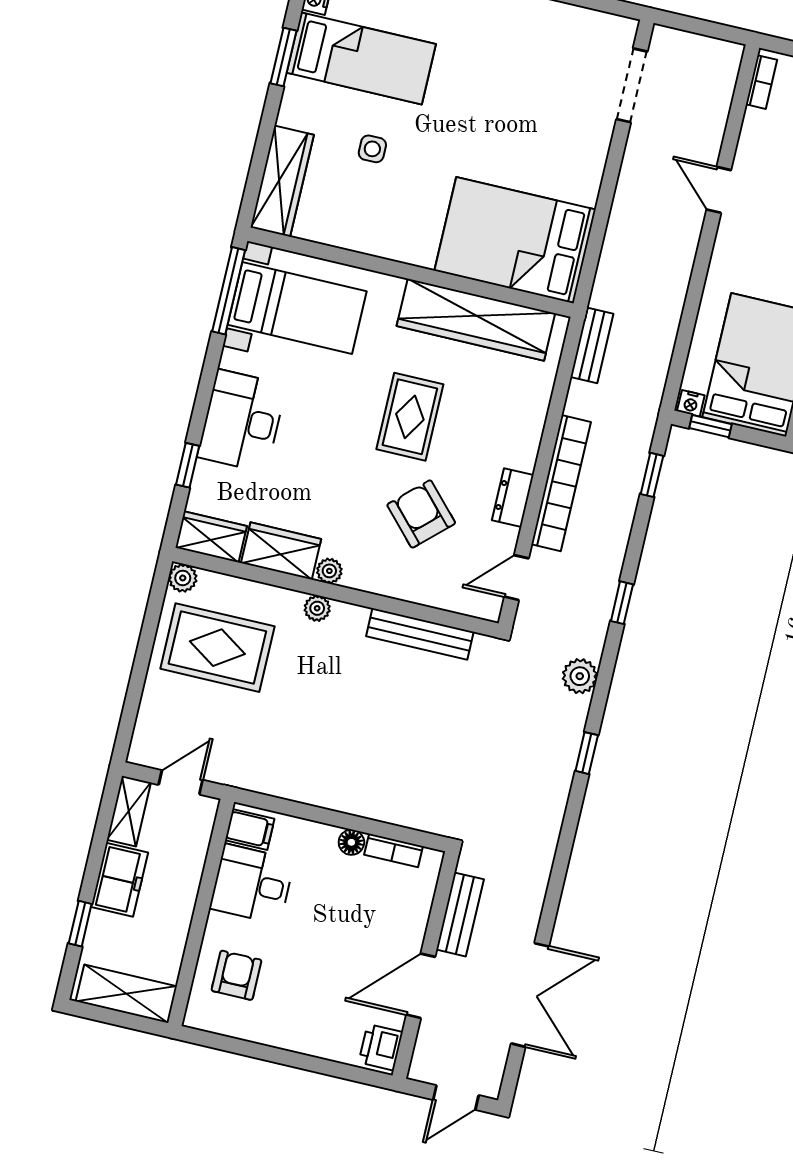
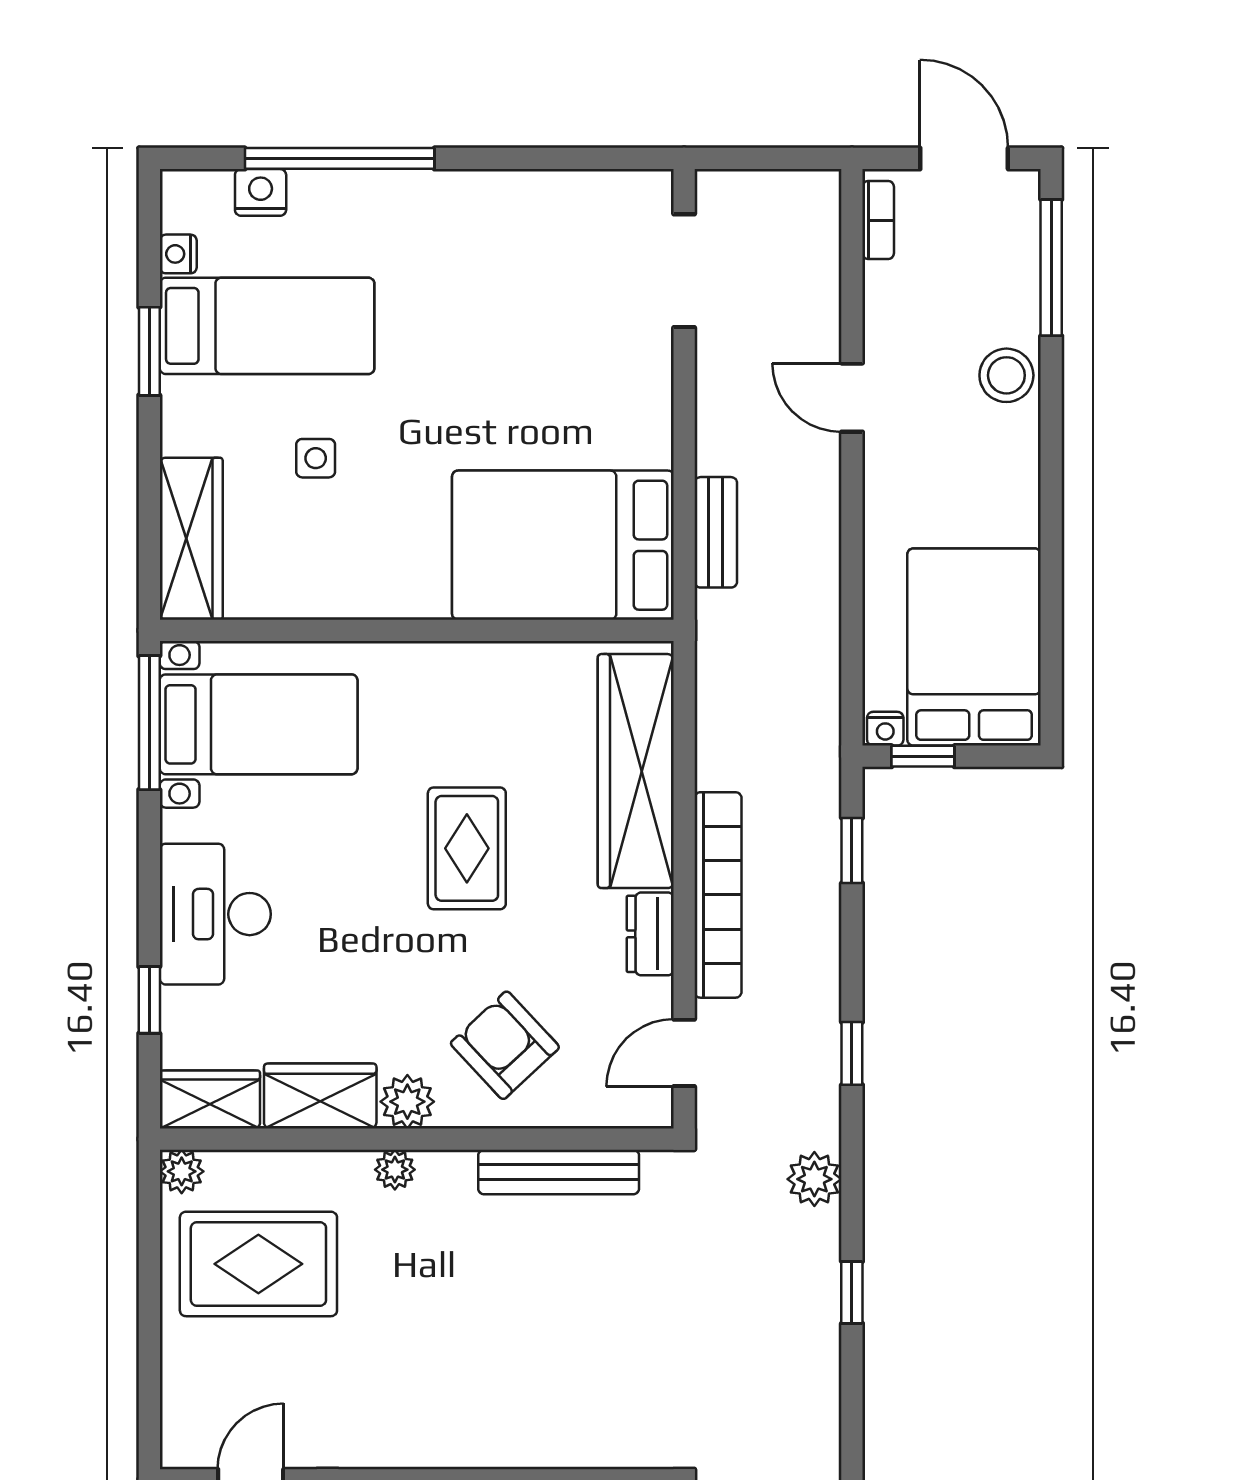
wardrobe: (476, 320) -> (636, 771), moved, turned 90
bench: (592, 345) -> (716, 532), moved
armchair: (421, 514) -> (505, 1045), moved
plant: (329, 571) -> (407, 1102), width x1.38, depth x1.38

